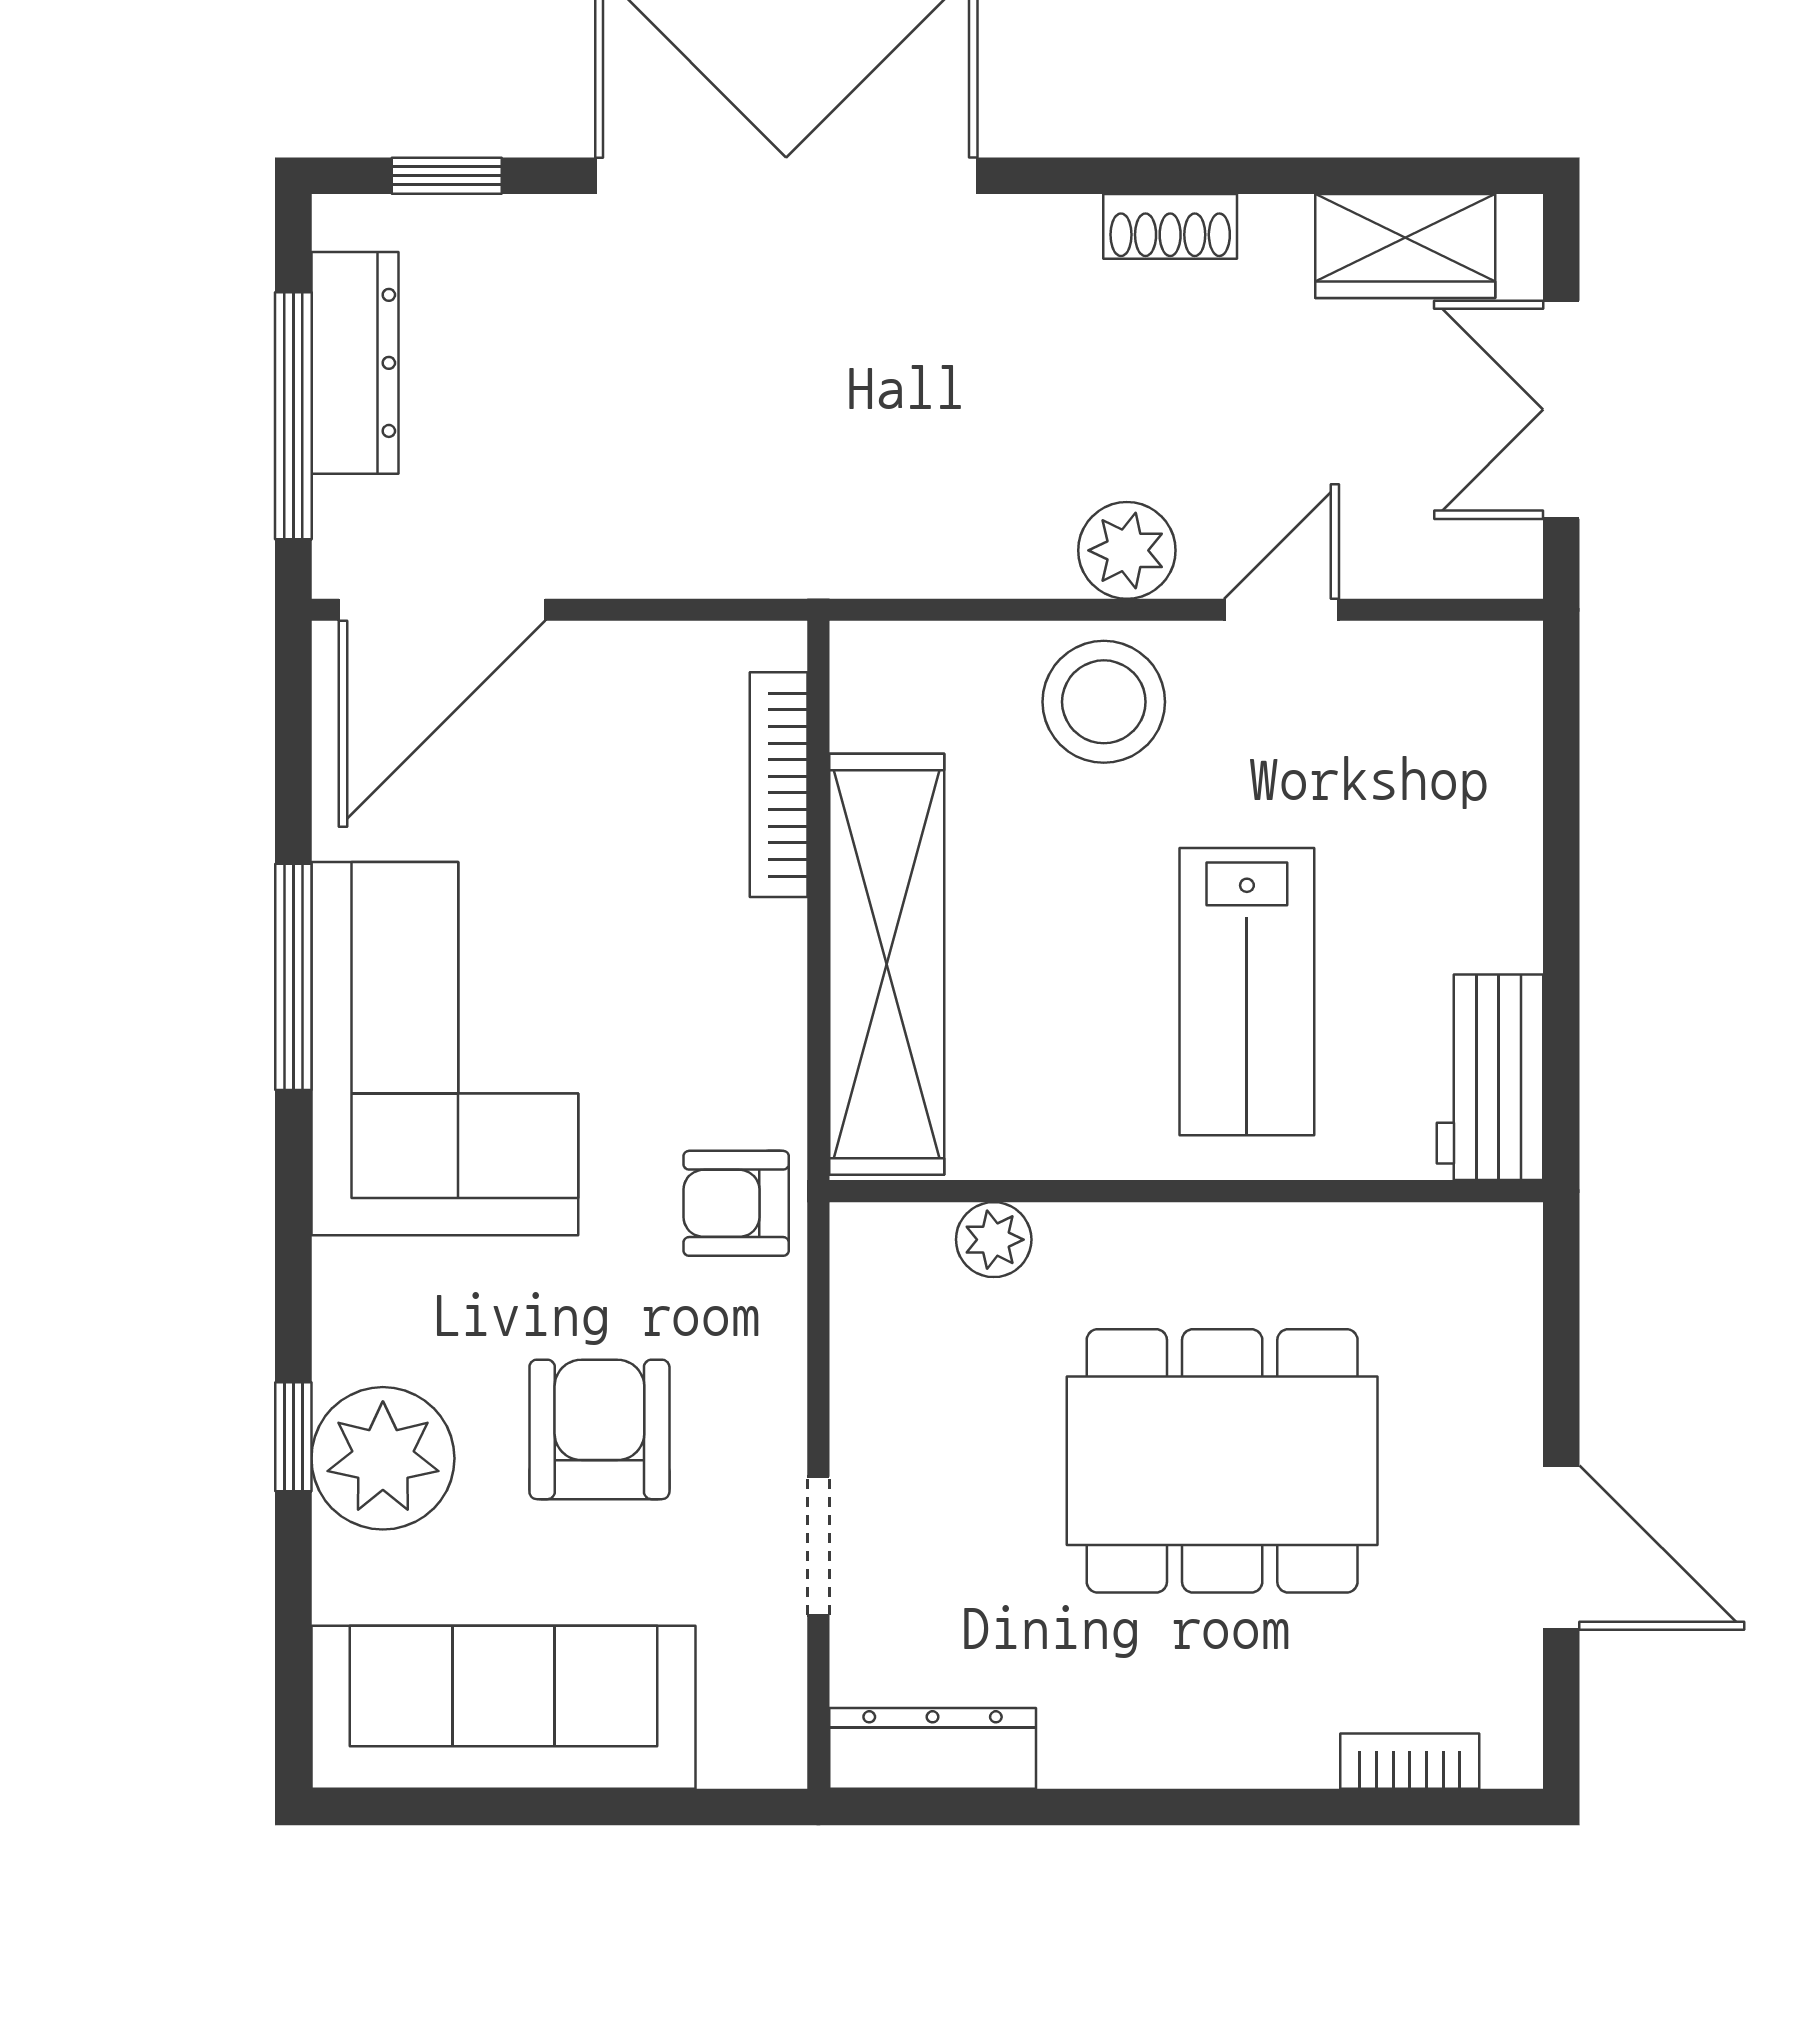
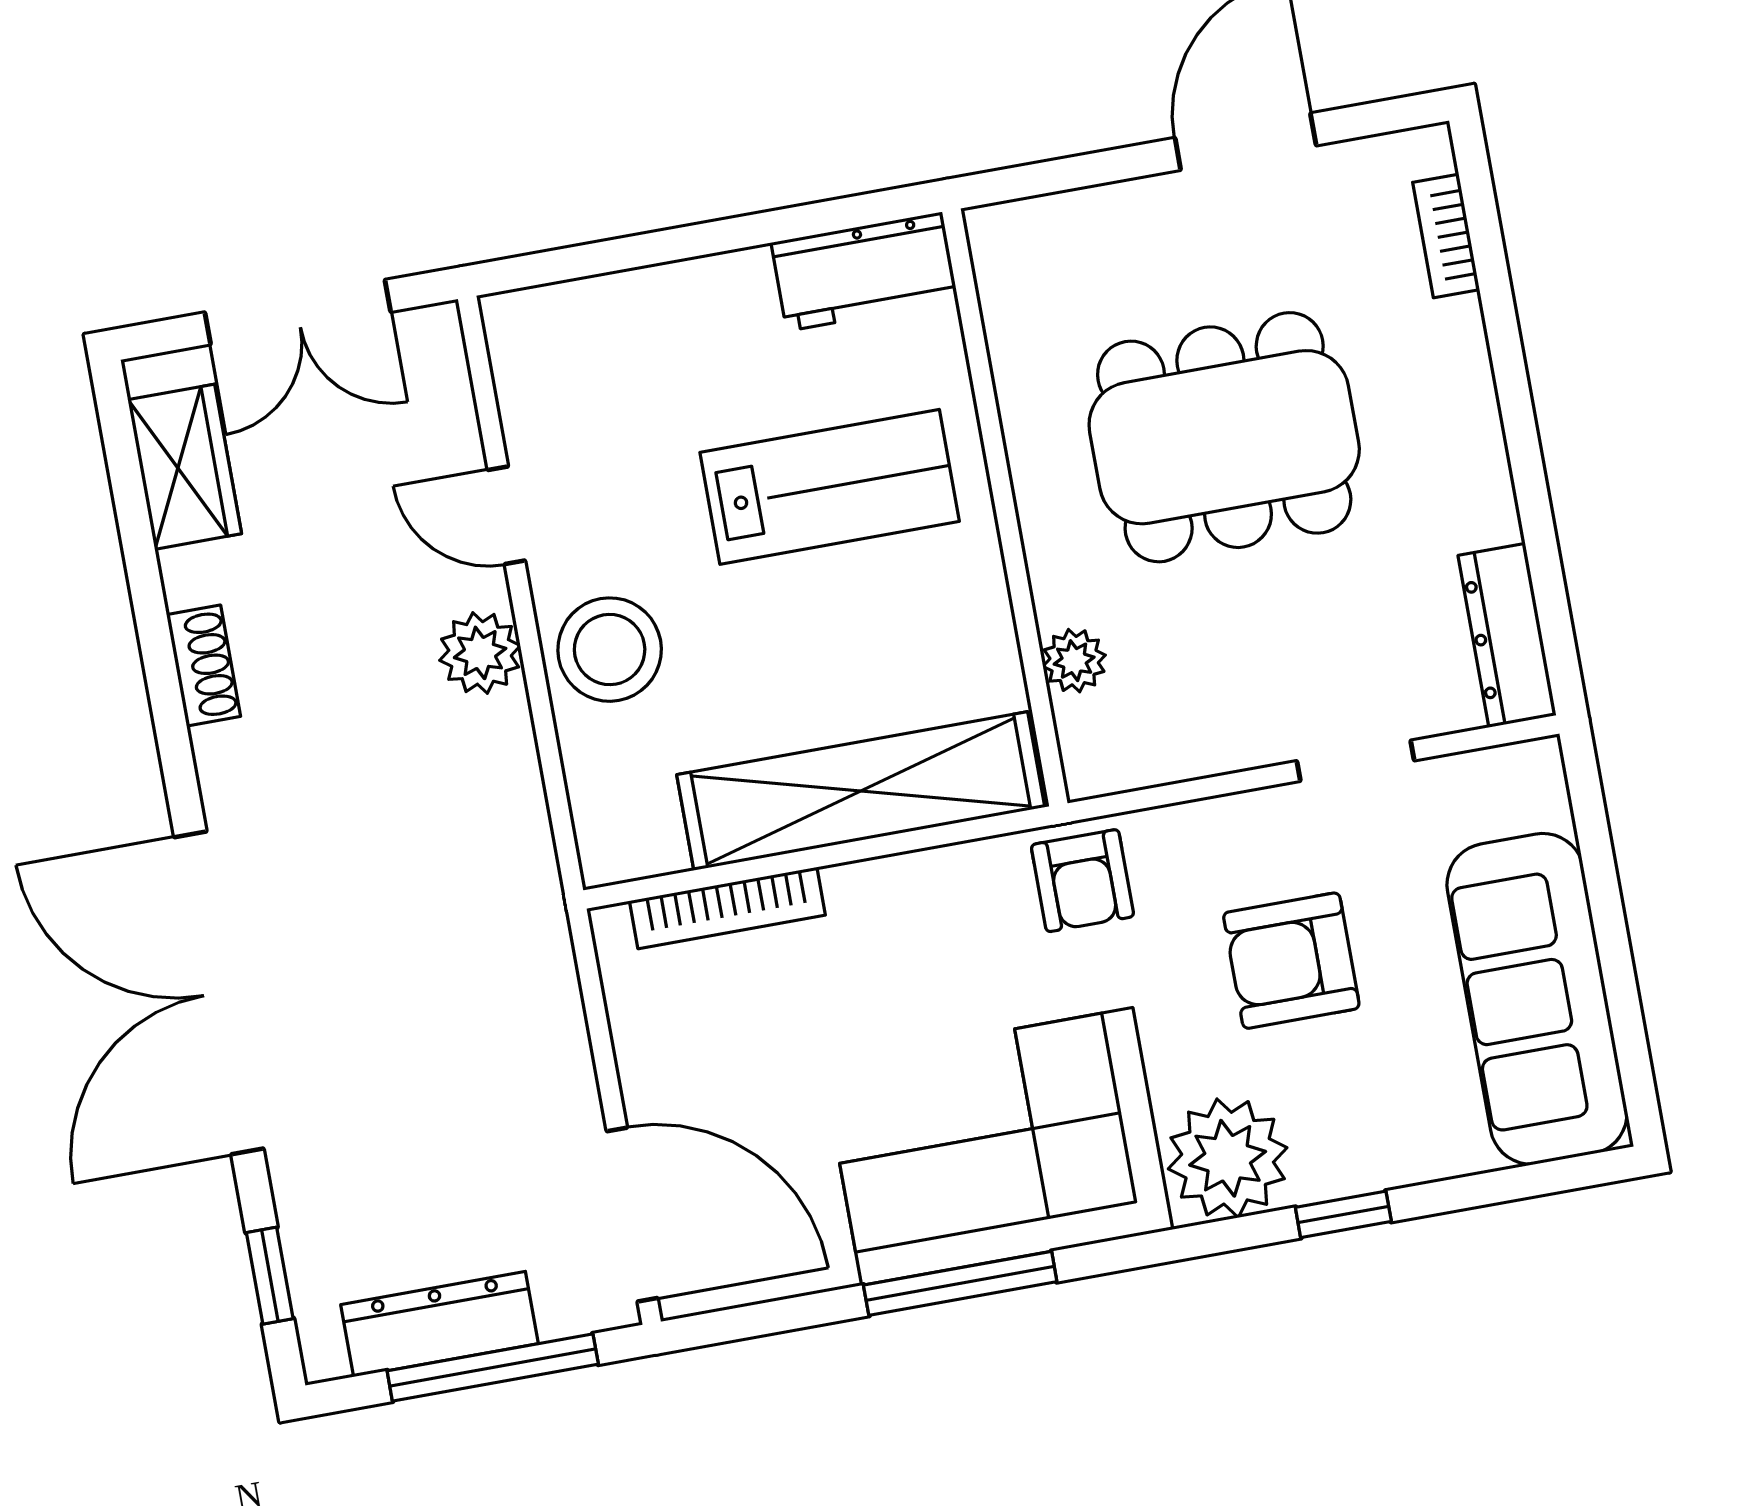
plant: (383, 1458) -> (1228, 1158), moved
dining table: (1222, 1461) -> (1224, 437), turned 90

